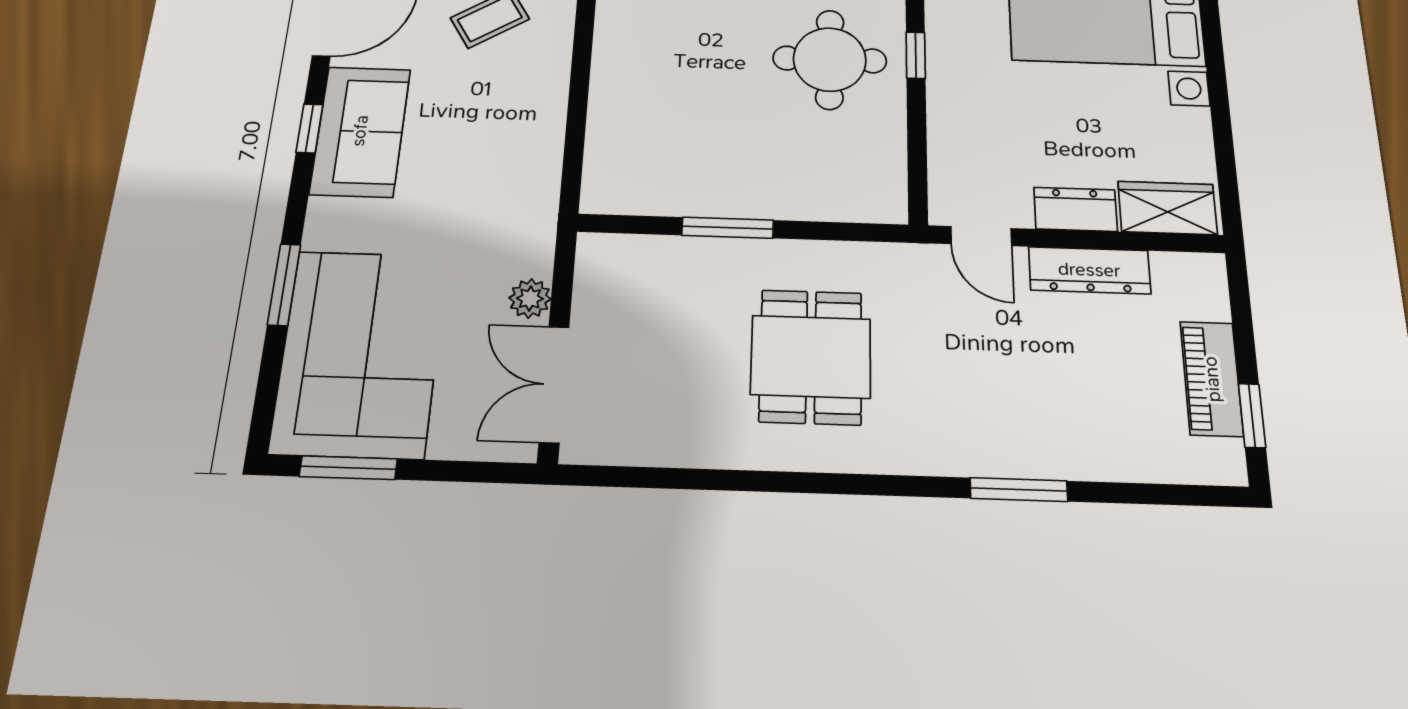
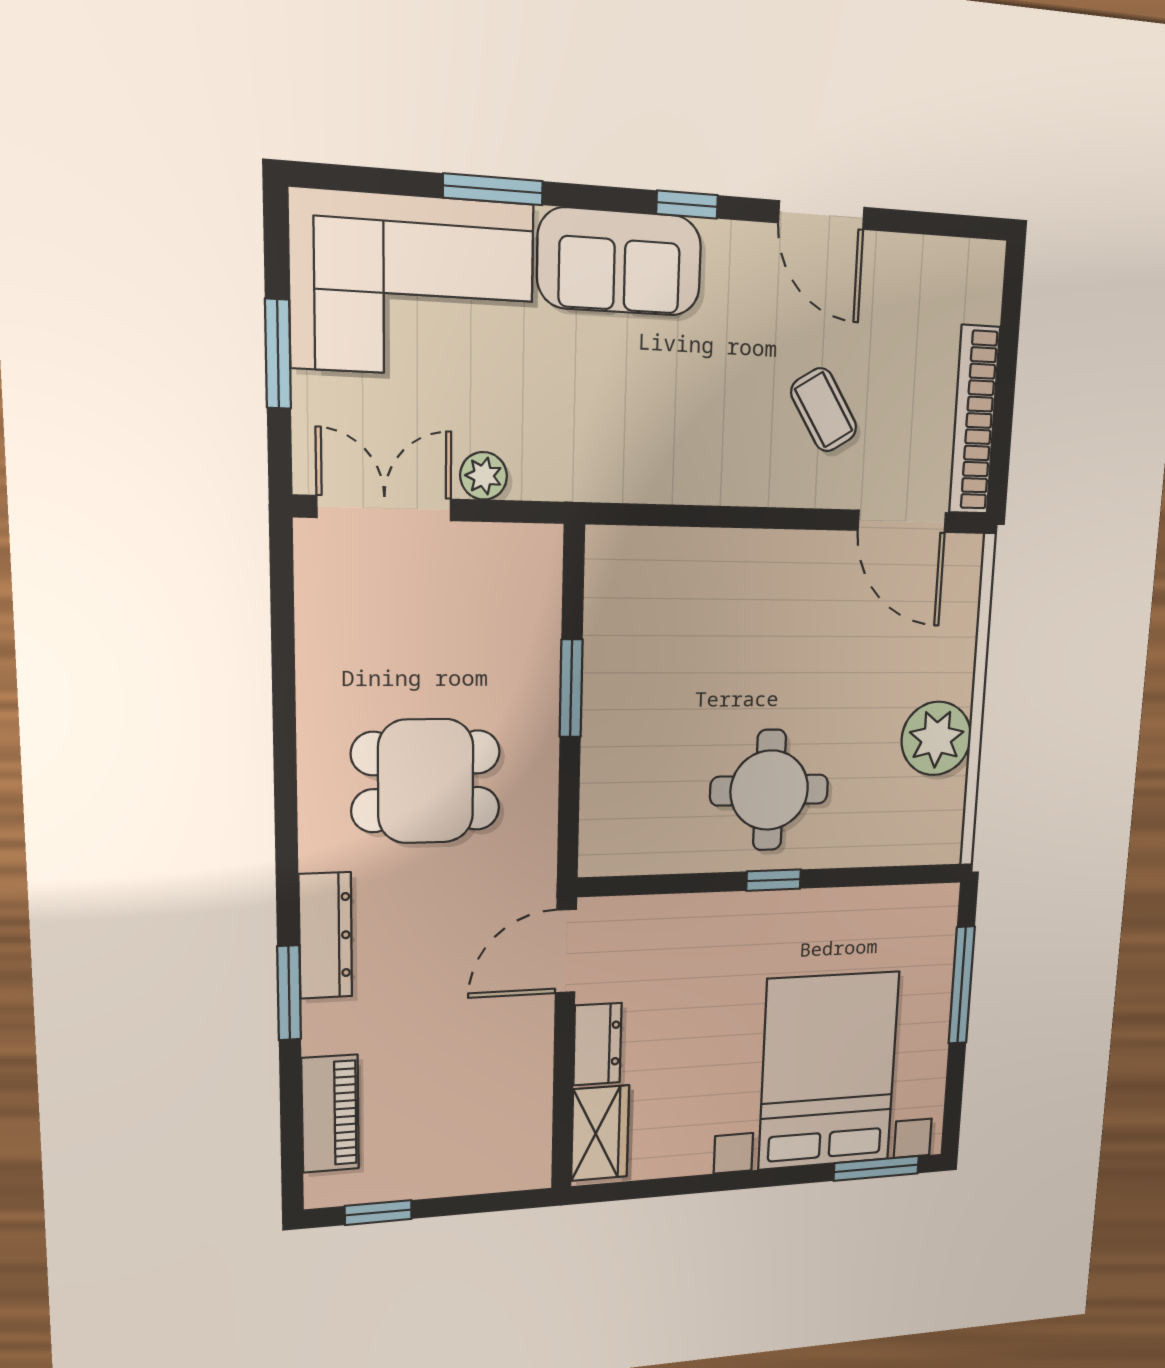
sofa: (360, 131) -> (620, 262), moved
door: (981, 236) -> (566, 951), width x1.38
dresser: (1089, 270) -> (325, 936), moved, turned 180
piano: (1212, 379) -> (330, 1114), moved, turned 90
window: (348, 468) -> (278, 354), moved

